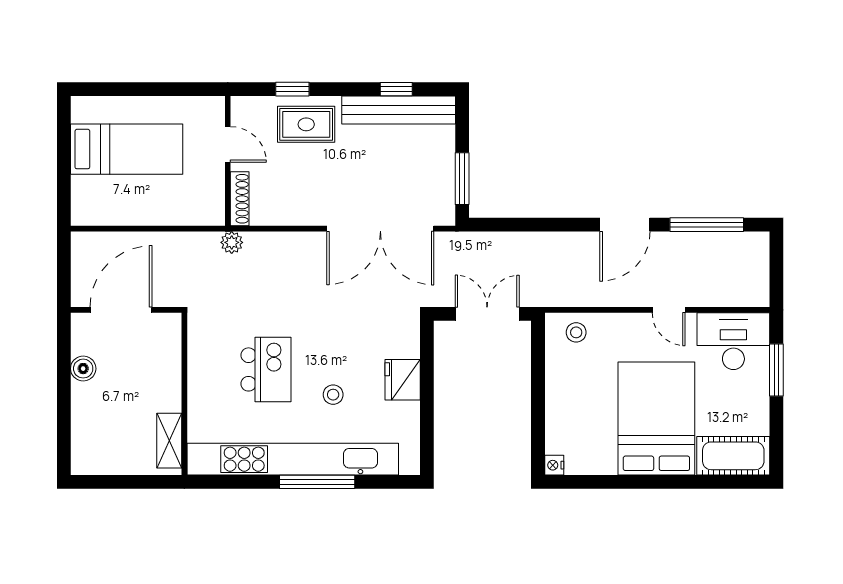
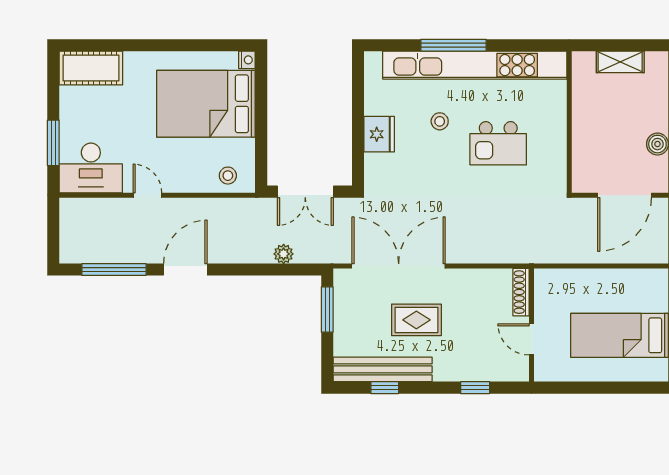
rug: (306, 124) -> (416, 320), moved
plant: (232, 242) -> (284, 254), moved
kitchen island: (266, 369) -> (498, 143), turned -90
bed: (656, 419) -> (206, 104), moved, turned 90
shelving: (169, 441) -> (620, 62), moved, turned 90

